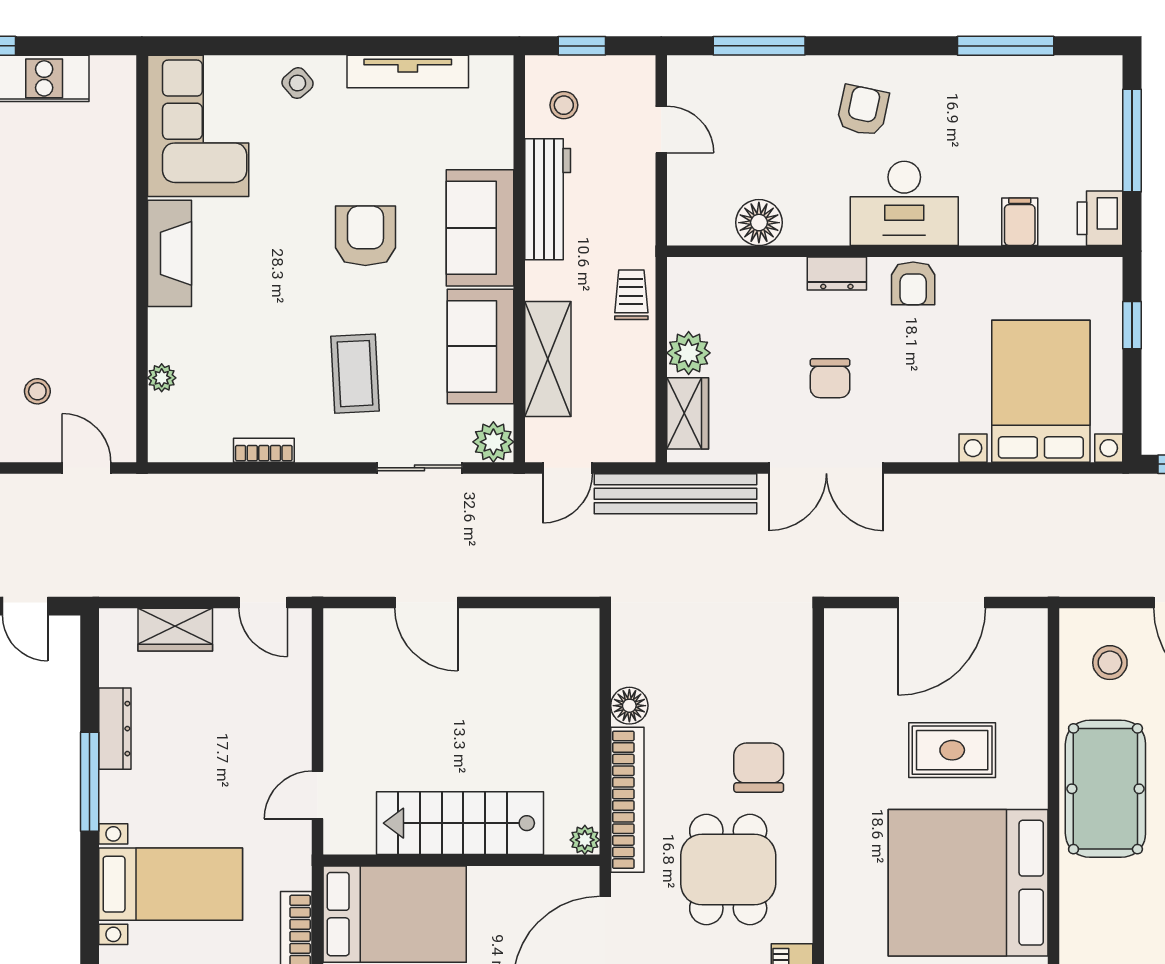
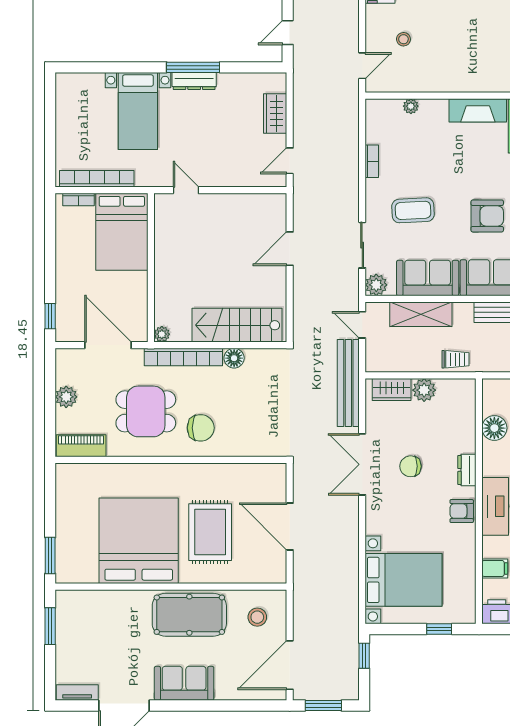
dresser: (115, 729) -> (194, 81), moved
rug: (952, 750) -> (210, 532), width x1.36, depth x1.43
stairs: (460, 823) -> (237, 325), moved, turned -90

